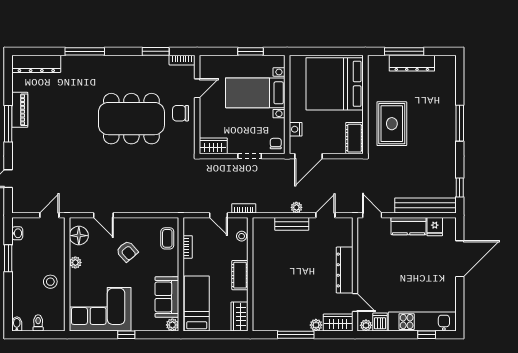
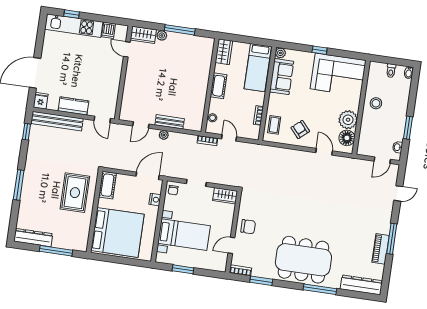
dresser: (412, 63) -> (33, 238), moved
dining table: (131, 119) -> (303, 260), moved
door: (49, 215) -> (382, 160), moved
fridge: (435, 227) -> (41, 101), moved
armchair: (127, 251) -> (300, 129), moved
plant: (75, 263) -> (348, 120), width x1.88, depth x1.88
dresser: (345, 270) -> (132, 77), removed
plant: (366, 325) -> (121, 29), removed

